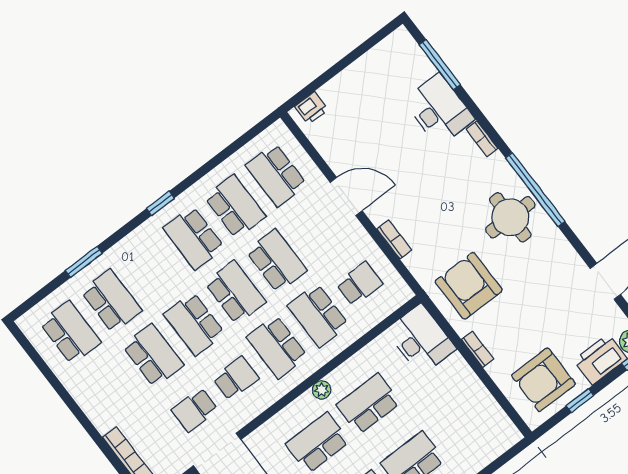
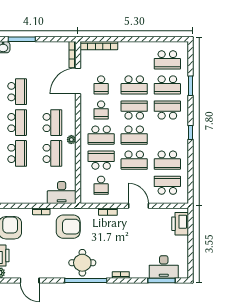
printer: (311, 108) -> (180, 224), width x1.87, depth x1.48
desk: (439, 110) -> (164, 267), moved
door: (346, 196) -> (139, 206), swing flipped
school desk: (194, 238) -> (167, 110), moved
school desk: (277, 347) -> (101, 135), turned 180
school desk: (195, 410) -> (101, 85), turned 180

